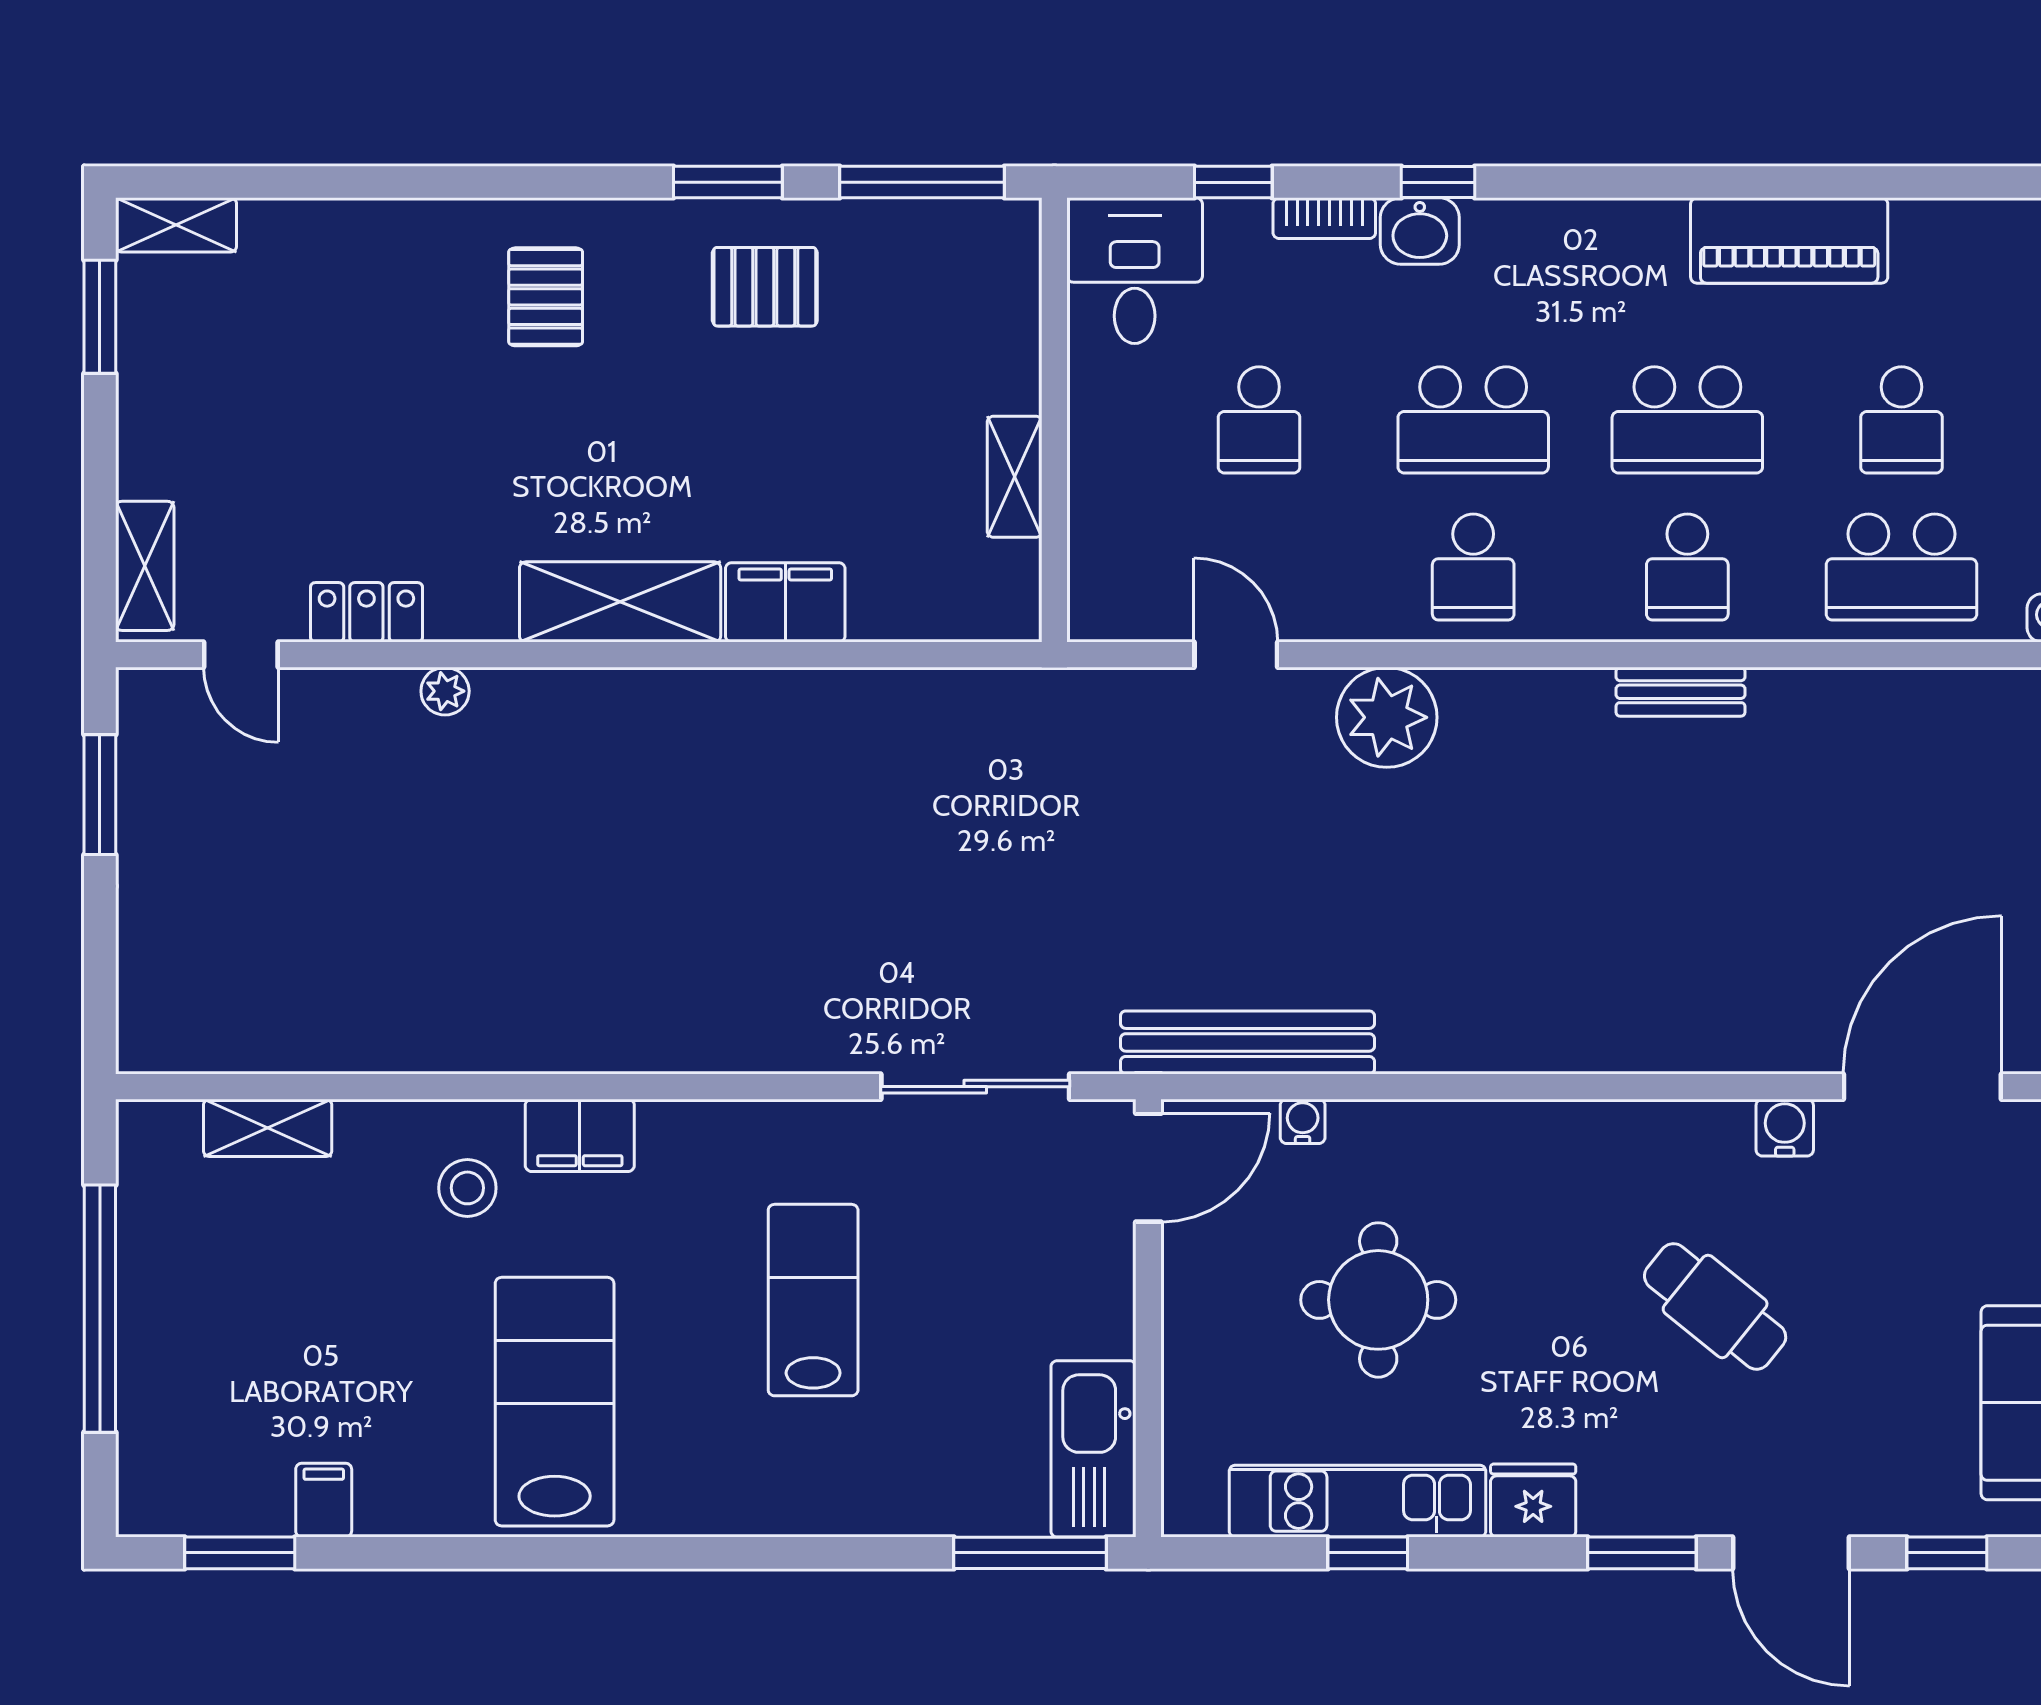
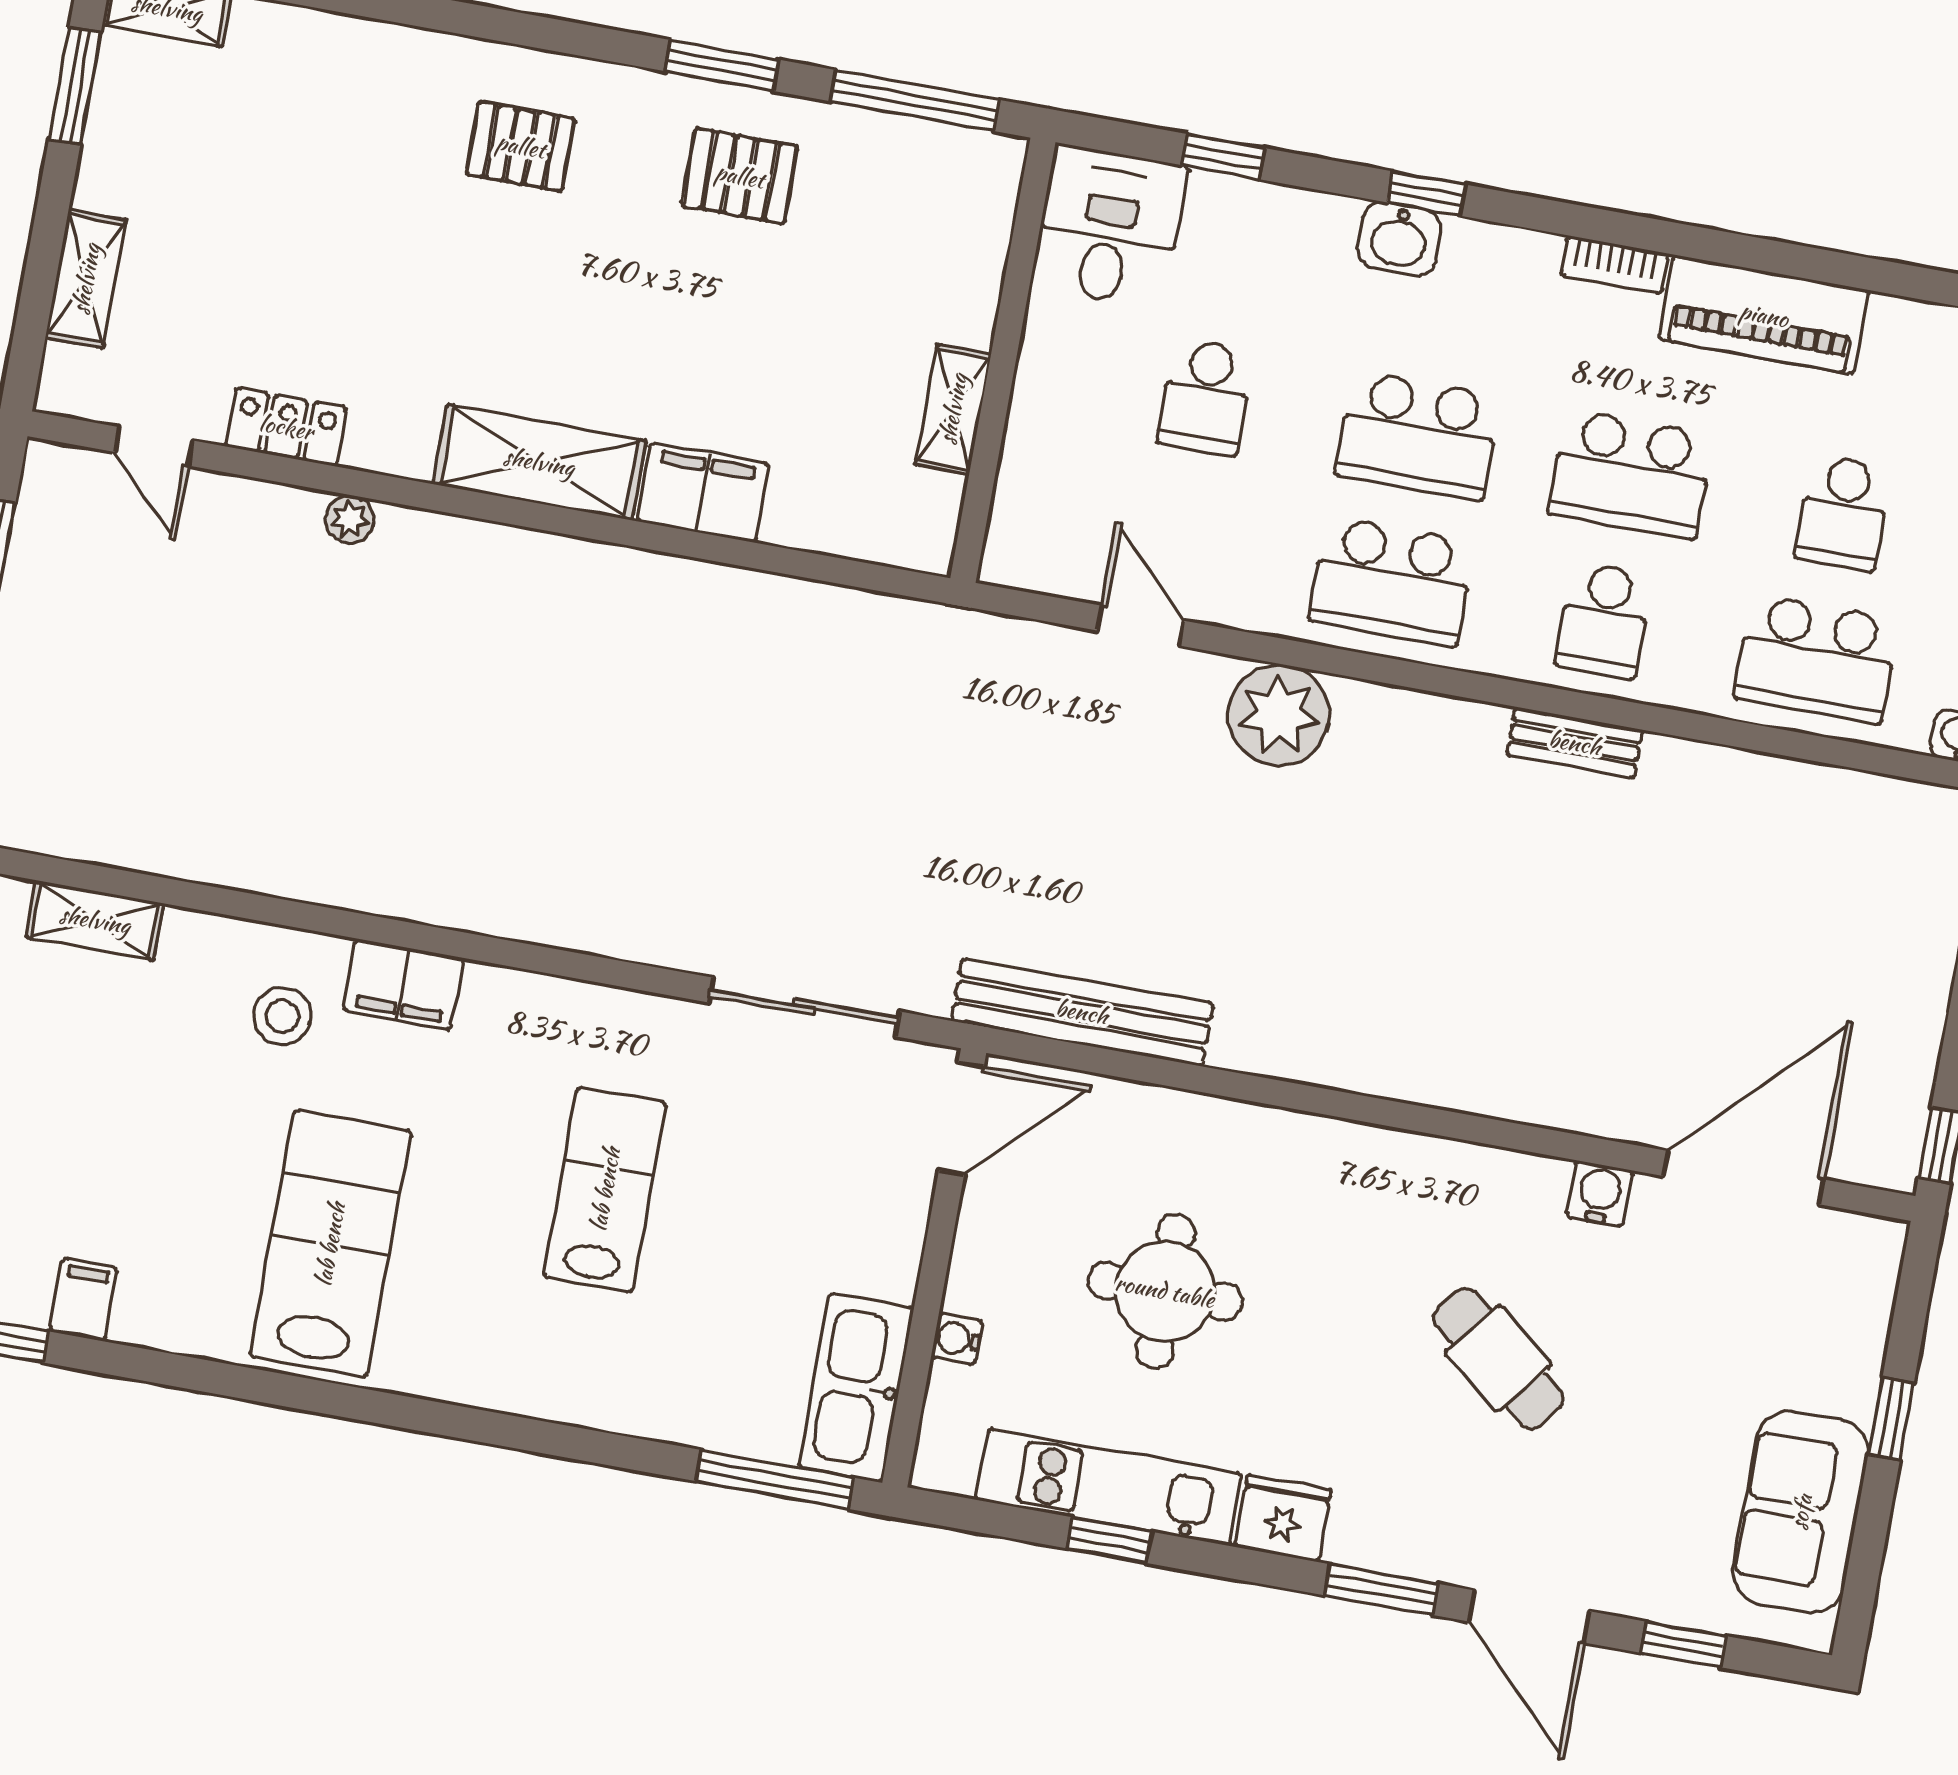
bookcase: (1324, 218) -> (1615, 265), moved
pallet: (546, 297) -> (521, 146), turned 90
shelving: (145, 566) -> (86, 279), moved
school desk: (1473, 567) -> (1392, 582), width x1.85
water cooler: (1303, 1121) -> (957, 1339), moved, turned -90

